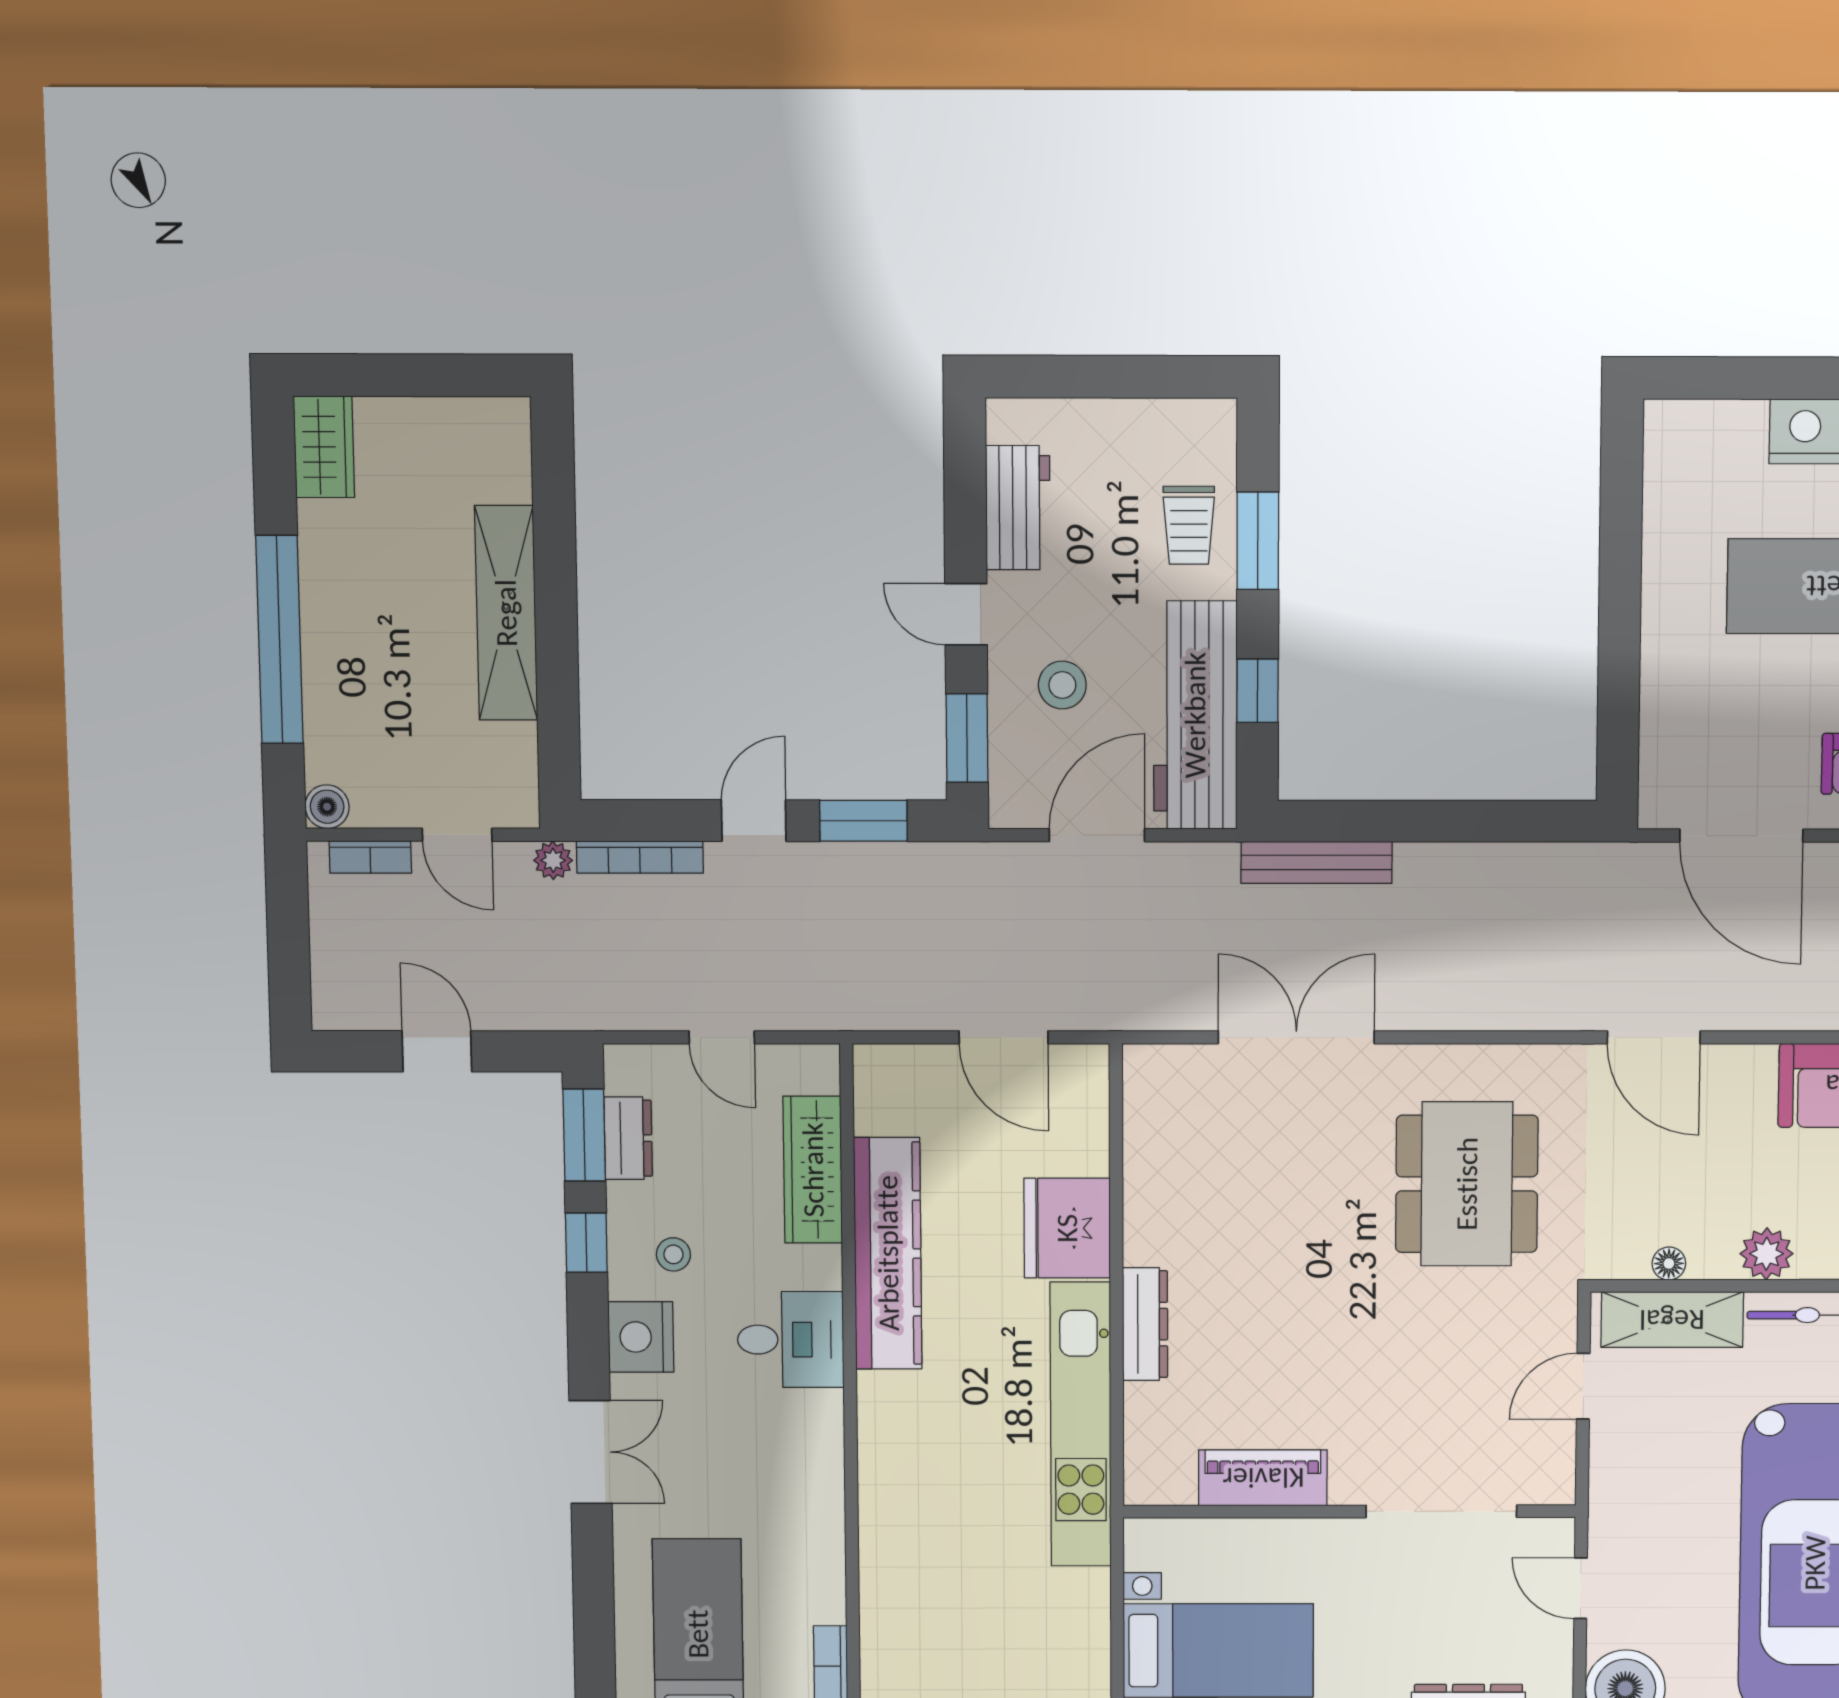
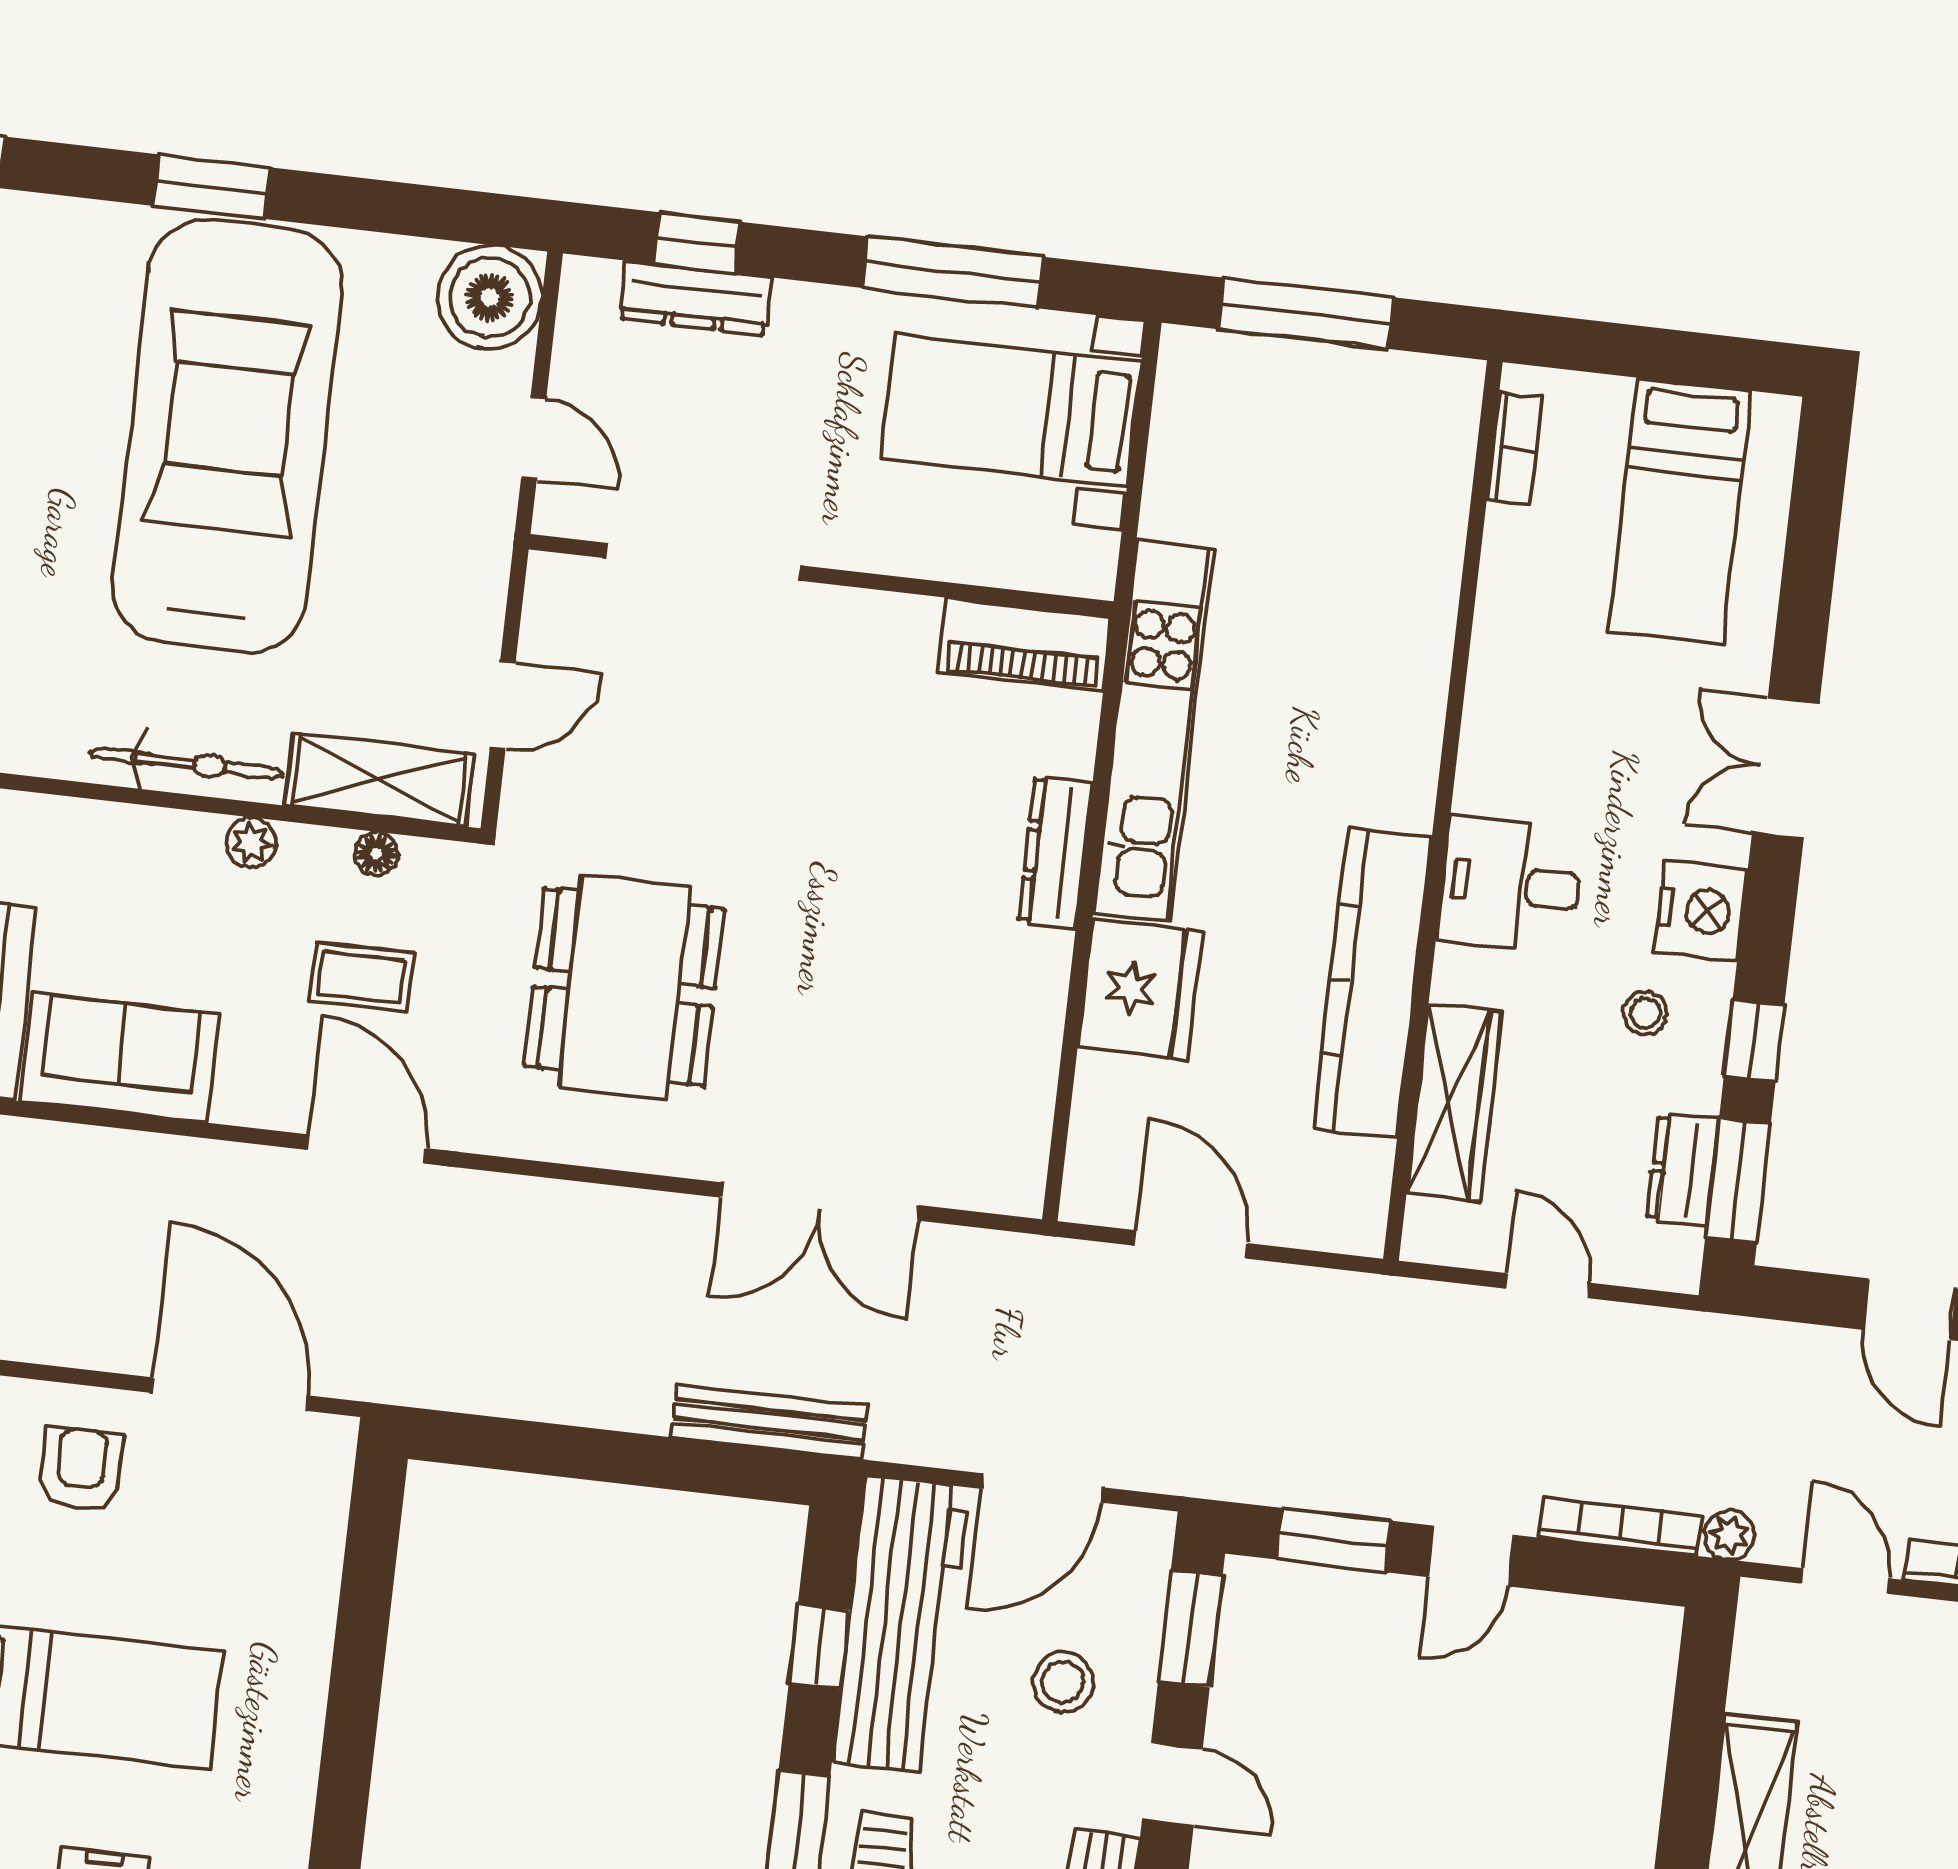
coffee table: (1671, 1168) -> (361, 977), added
plant: (1767, 1254) -> (251, 842), width x0.73, depth x0.73
piano: (1263, 1478) -> (1025, 644), moved

